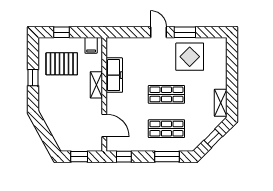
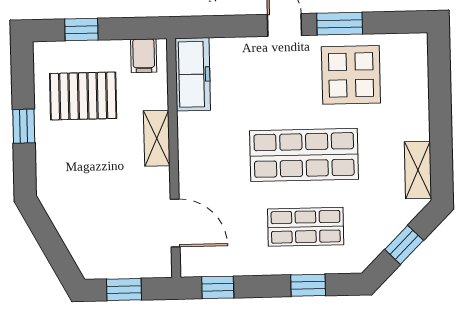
freezer: (114, 75) -> (193, 74), moved
shop shelf: (166, 94) -> (304, 155), width x1.43, depth x1.36
window: (167, 157) -> (308, 285), width x0.67

